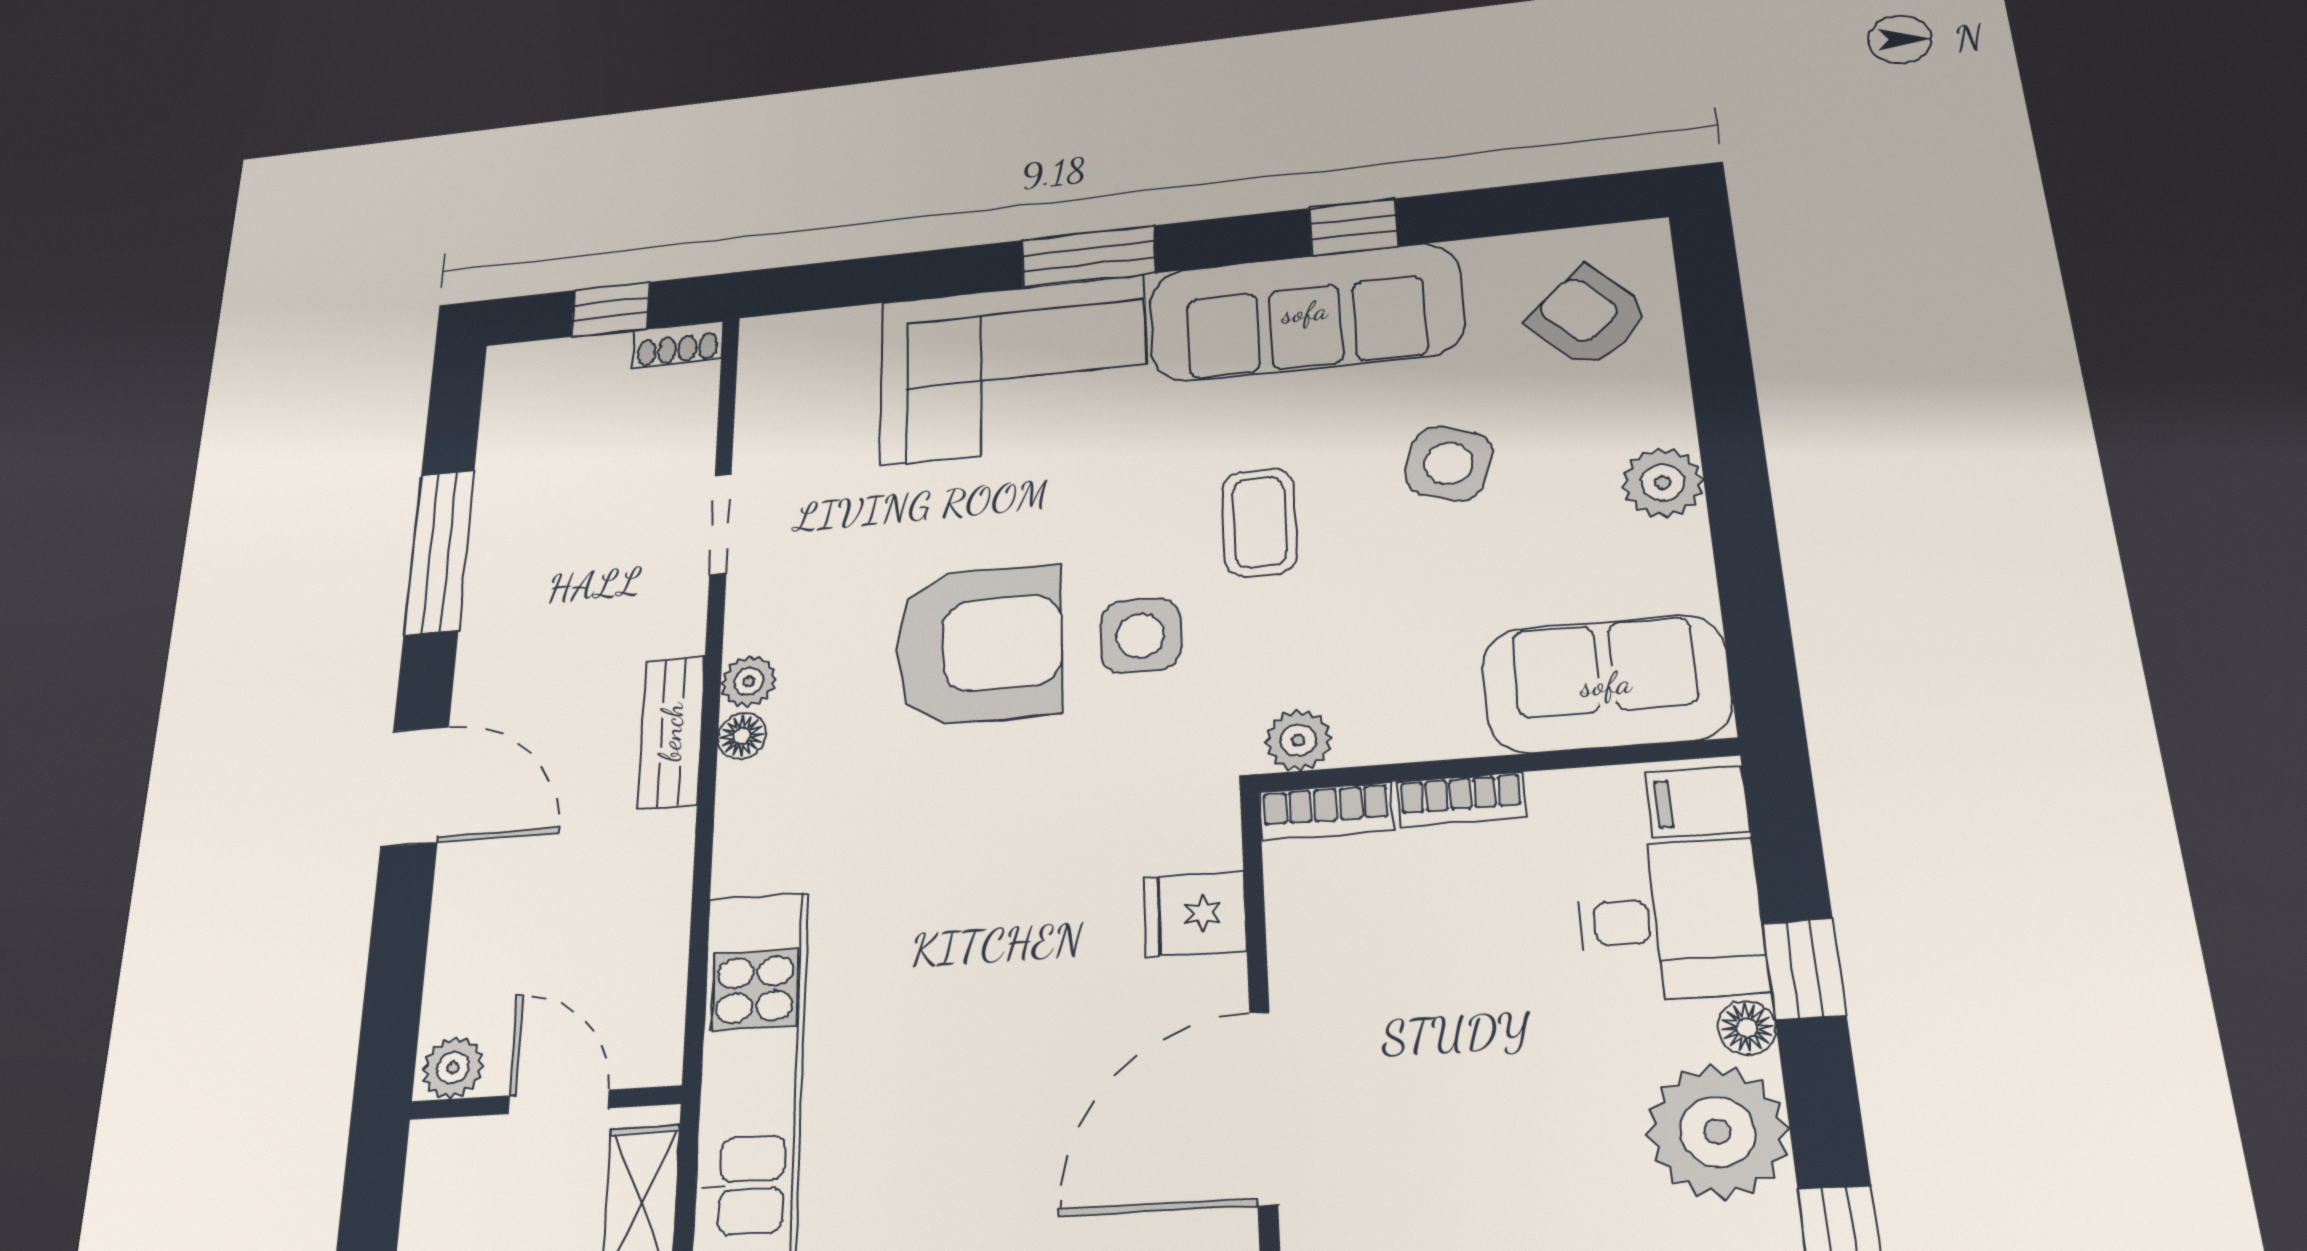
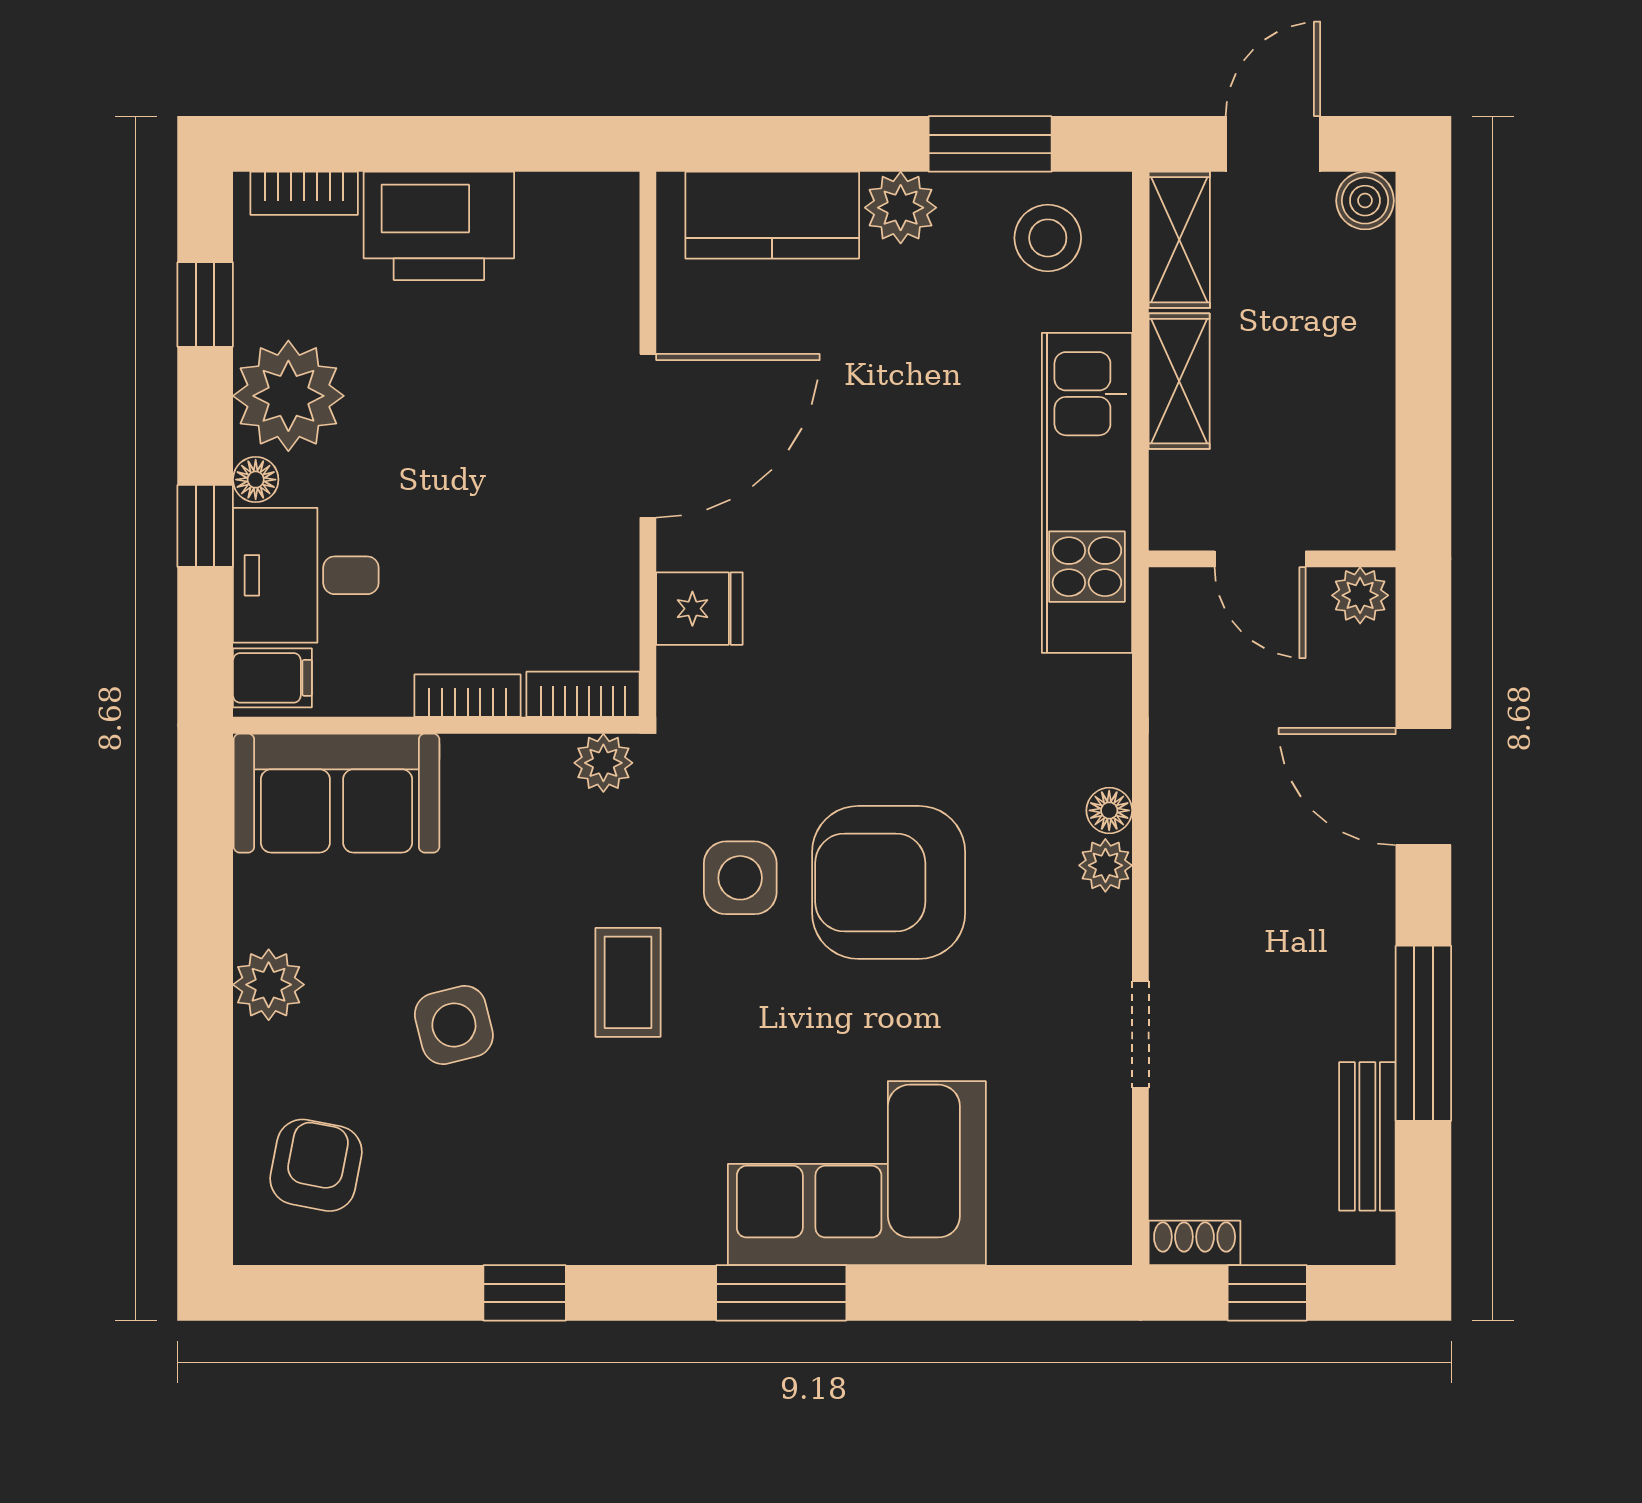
sofa: (1305, 312) -> (575, 1203), removed
armchair: (1589, 317) -> (316, 1165), turned -125
side table: (1449, 463) -> (454, 1025), turned -32
bench: (671, 732) -> (1367, 1136), moved
plant: (453, 1068) -> (1360, 595), moved
door: (558, 1102) -> (1260, 559), moved
wall: (545, 1103) -> (1272, 559), moved

